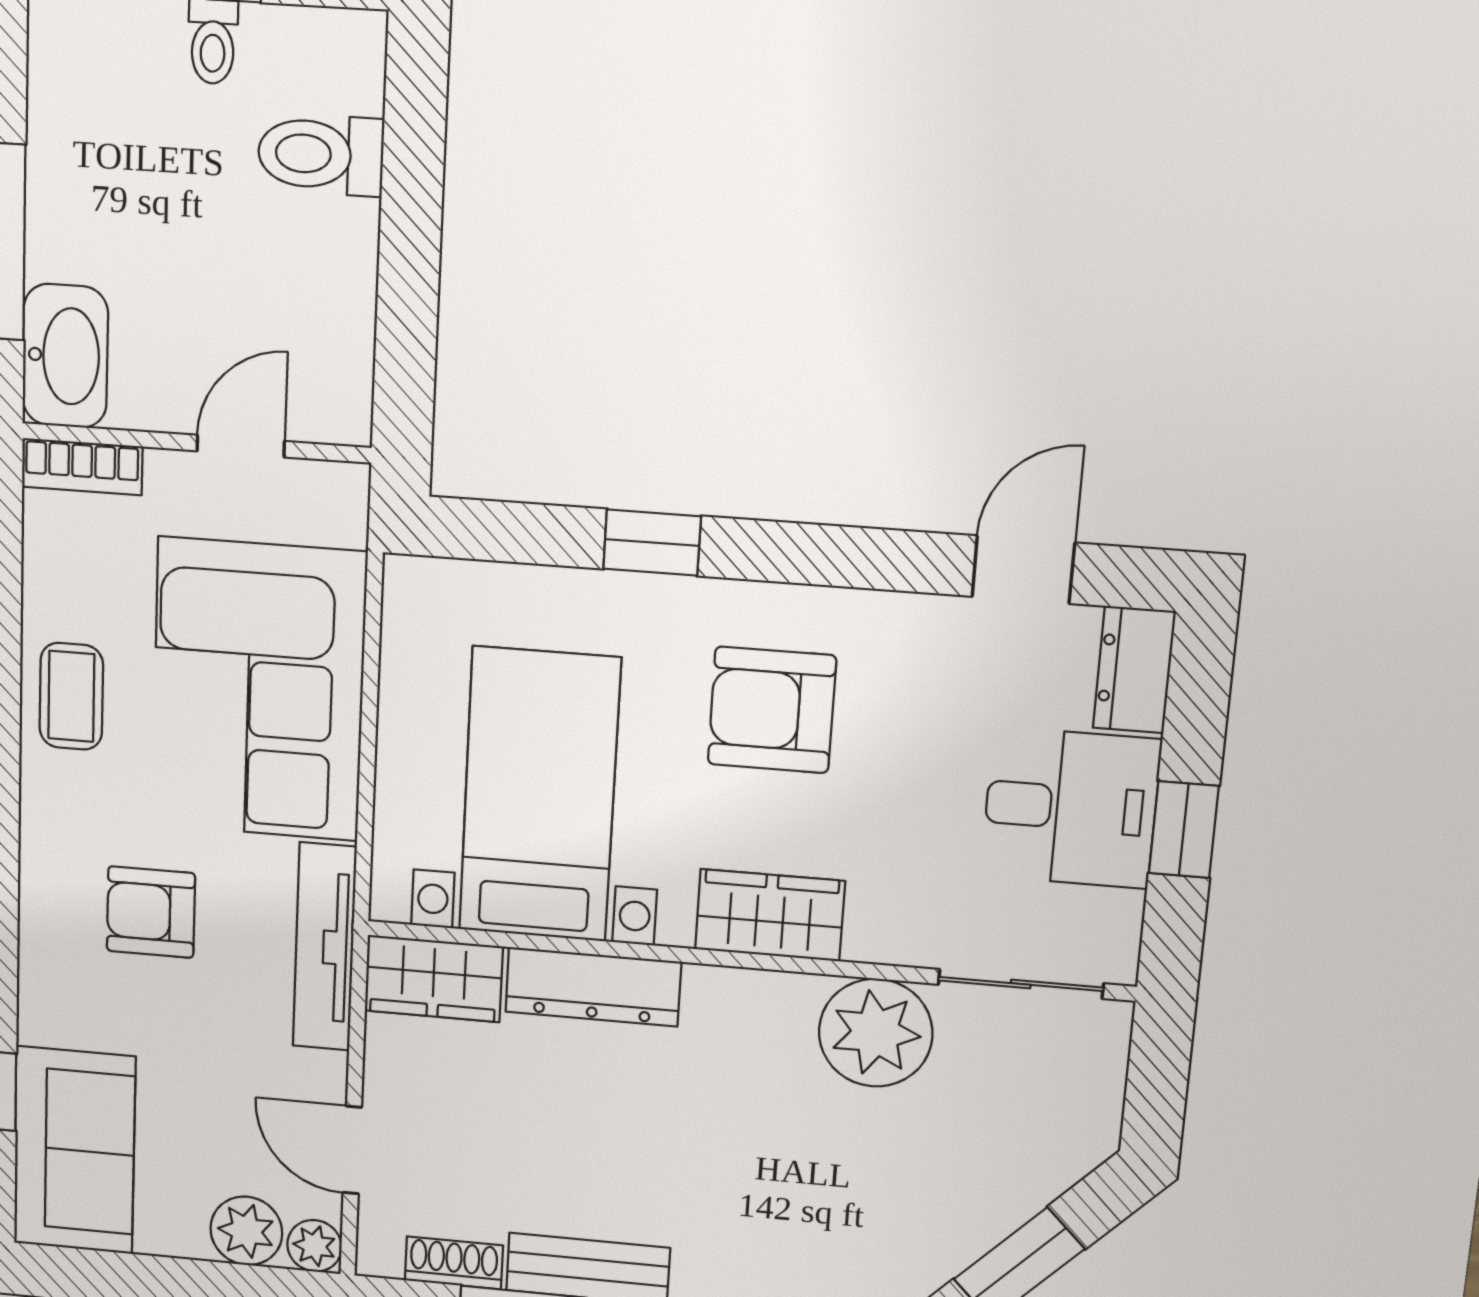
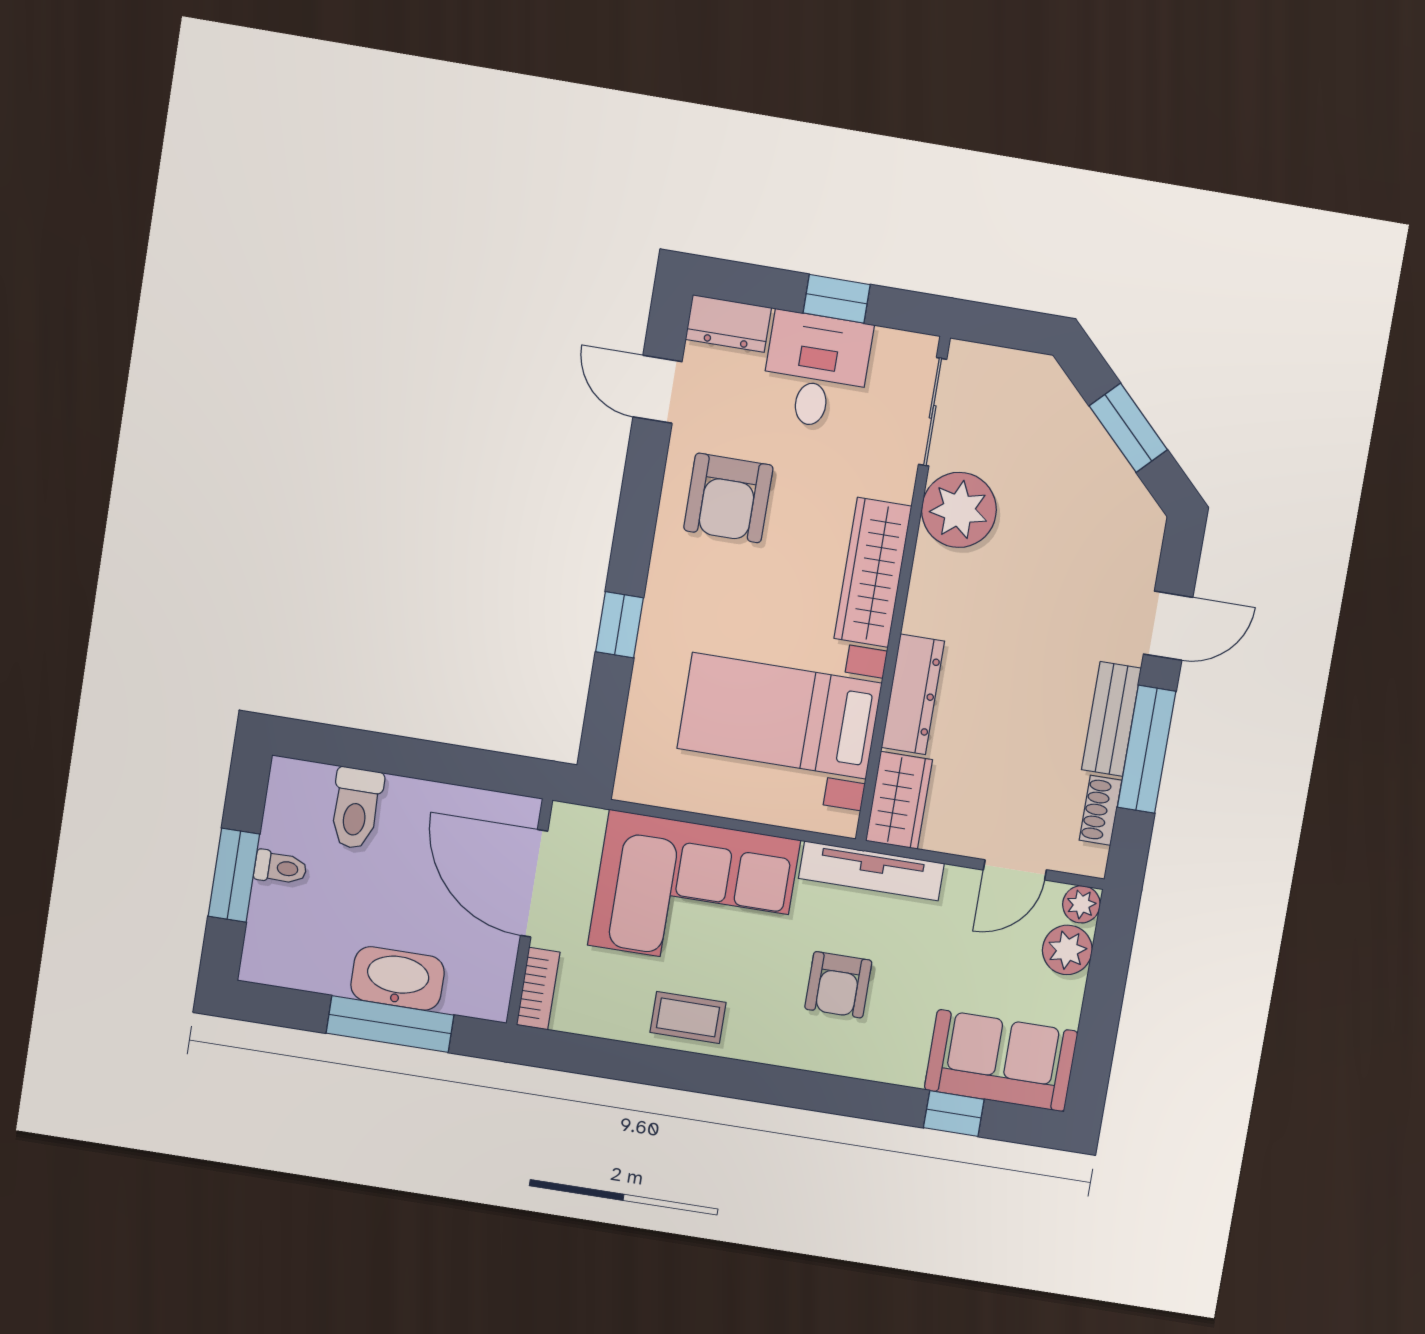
washbasin: (65, 356) -> (398, 978), moved
door: (241, 446) -> (534, 883), width x1.88
armchair: (772, 710) -> (728, 498), moved
wardrobe: (770, 915) -> (873, 572), width x1.50

